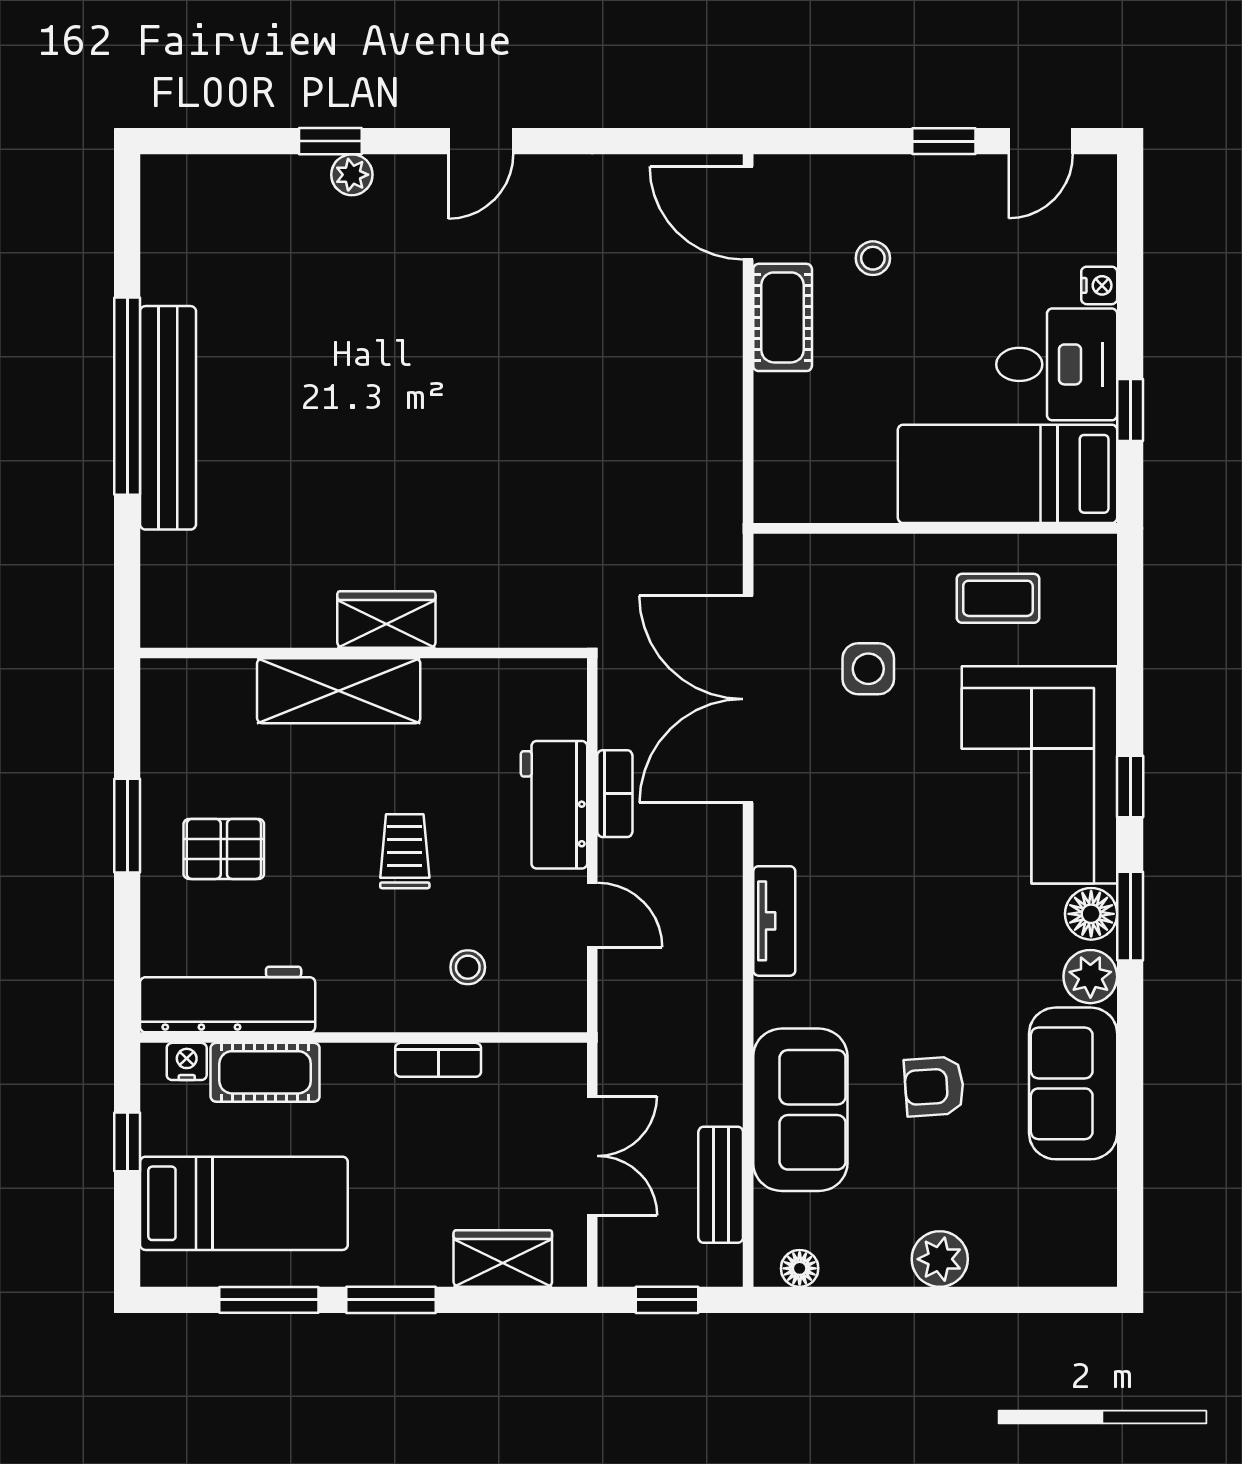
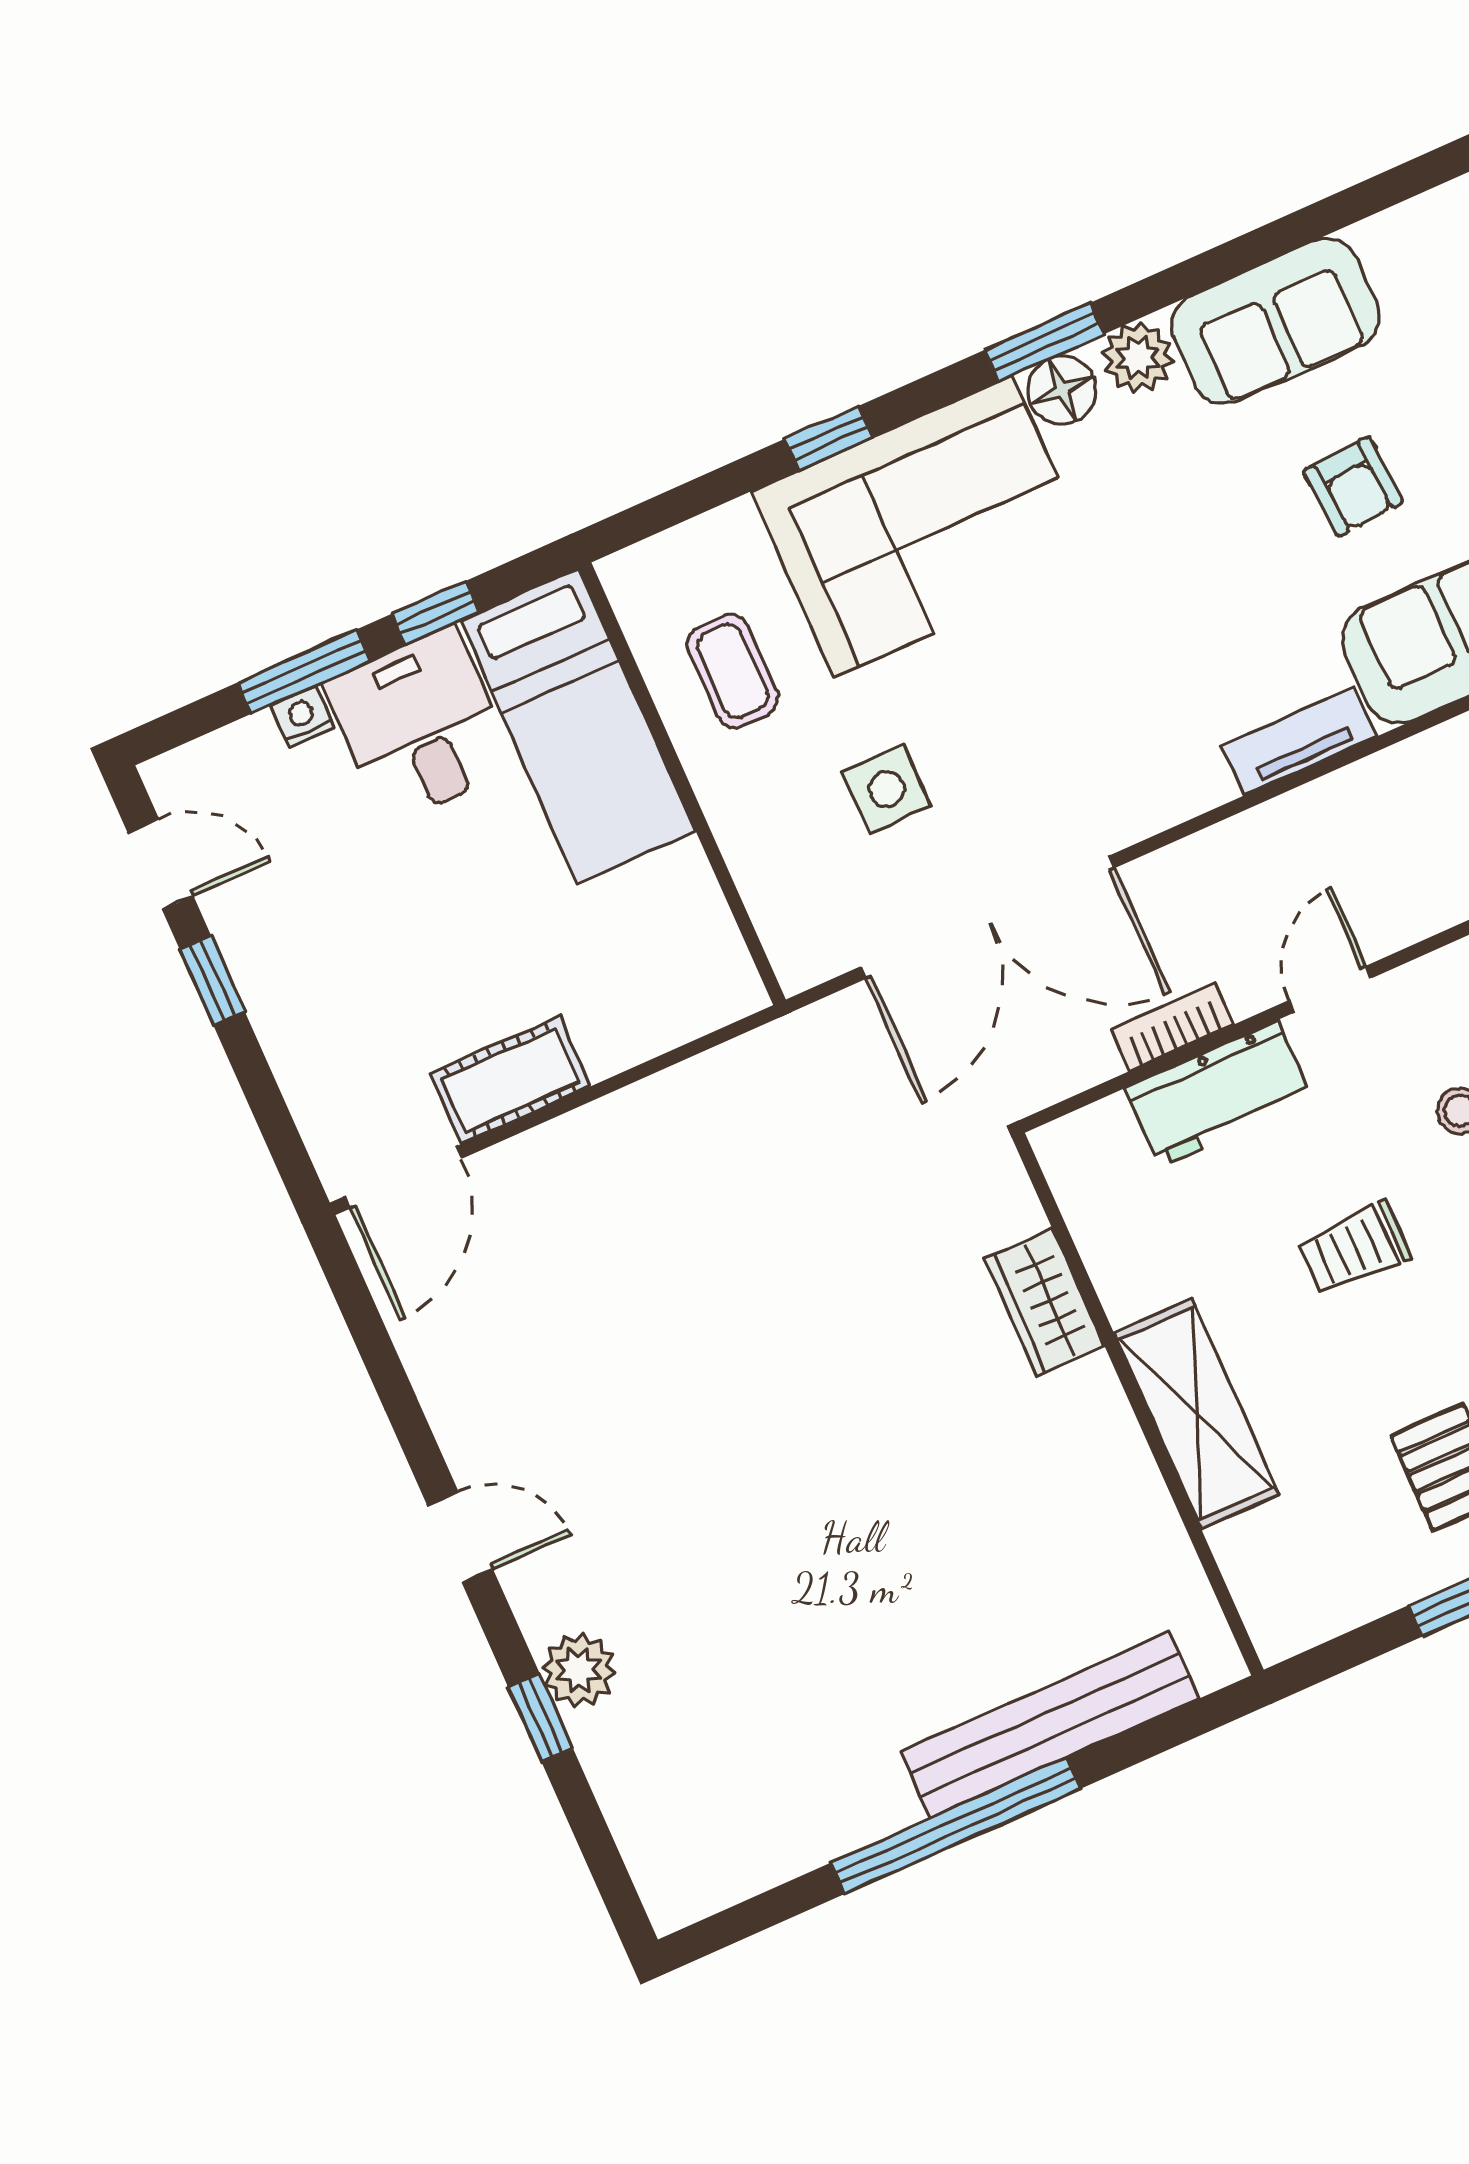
plant: (352, 175) -> (579, 1670), width x1.38, depth x1.38
stool: (873, 258) -> (391, 1003), removed
window: (1130, 300) -> (304, 672), added
bench: (168, 418) -> (1050, 1725), moved
wardrobe: (386, 619) -> (1044, 1302), moved
window: (1130, 786) -> (829, 438), moved
tv unit: (774, 921) -> (1298, 741), moved

